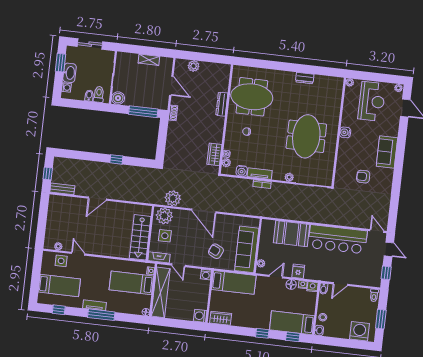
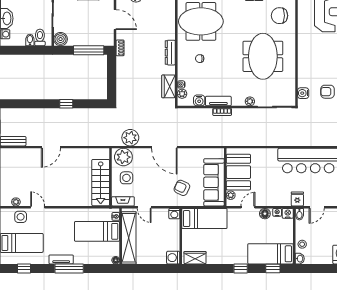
chair: (326, 100) -> (279, 16), added
dresser: (222, 104) -> (170, 53), moved
water cooler: (345, 132) -> (303, 93), moved
booth: (292, 234) -> (238, 172), moved, turned 90
fridge: (298, 271) -> (297, 199), moved

